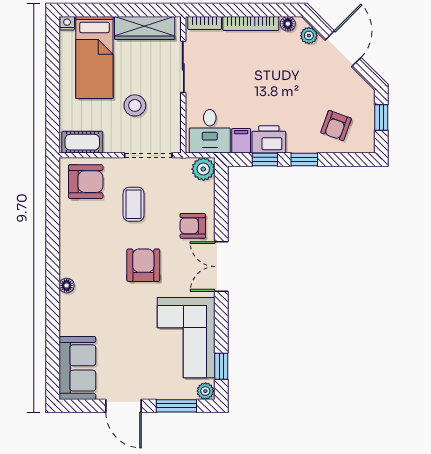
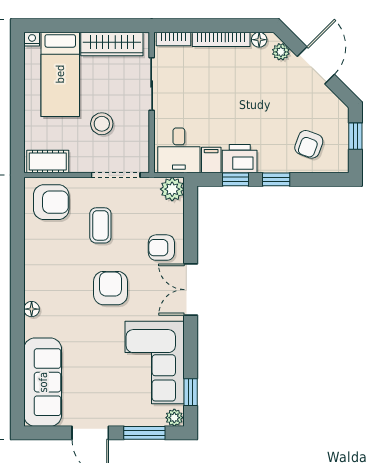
sofa: (77, 368) -> (43, 382), width x1.36

